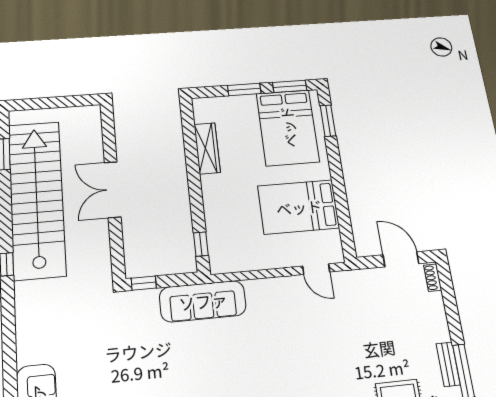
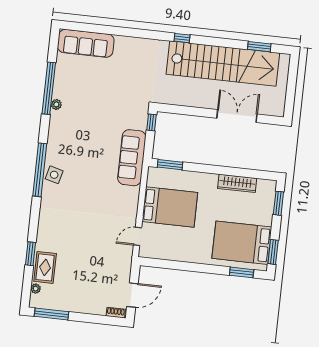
window: (244, 89) -> (278, 203), moved
double door: (113, 190) -> (237, 116), moved
bed: (299, 207) -> (170, 207), moved, turned 90
window: (201, 244) -> (170, 165), width x1.50
bench: (448, 364) -> (58, 305), removed

